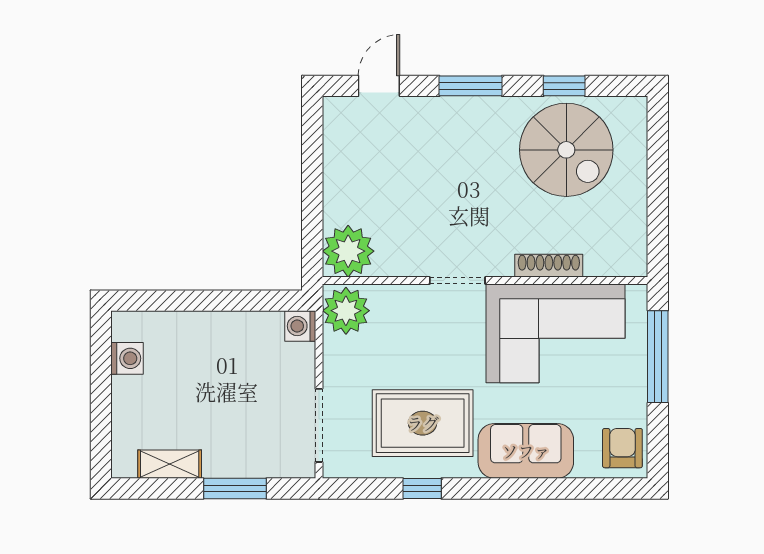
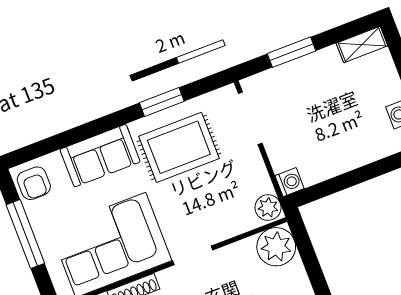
plant: (346, 311) -> (268, 208), width x0.73, depth x0.73
window: (658, 357) -> (25, 234), moved
shelving: (170, 464) -> (362, 44), moved
window: (422, 488) -> (162, 102), width x1.50

